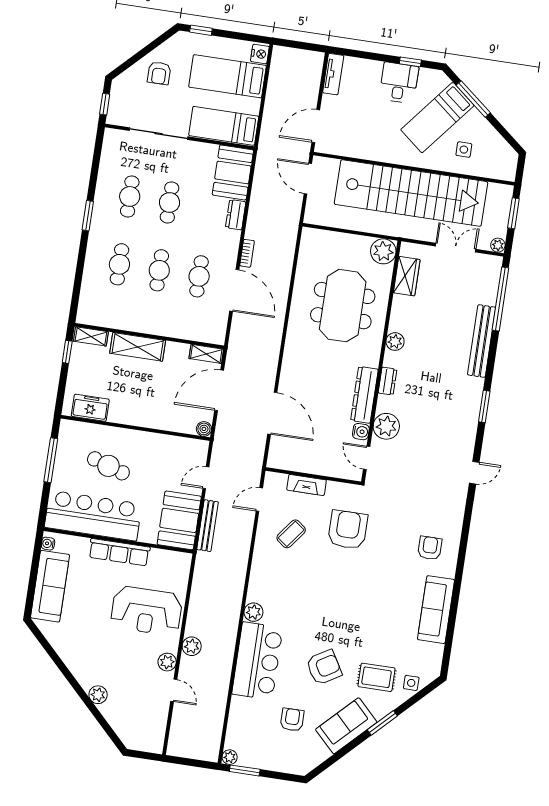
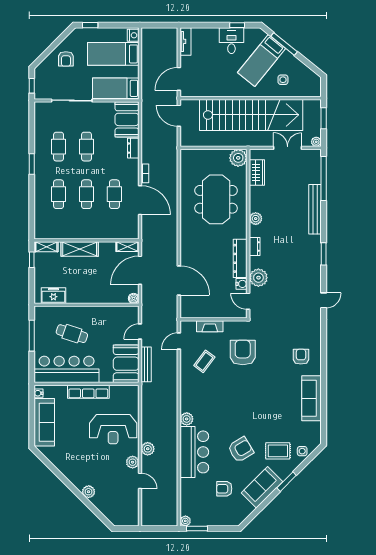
armchair: (292, 720) -> (224, 489), turned -90

